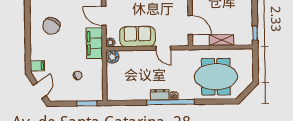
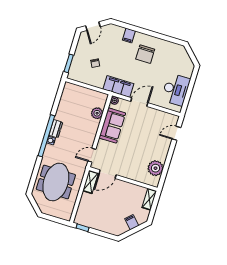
chair: (51, 26) -> (145, 54), turned -119
shelving: (222, 40) -> (90, 182), moved
door: (163, 48) -> (92, 155), moved
plant: (112, 57) -> (97, 113), moved
filing cabinet: (37, 66) -> (129, 36), moved
door: (40, 90) -> (93, 26), hinge flipped

